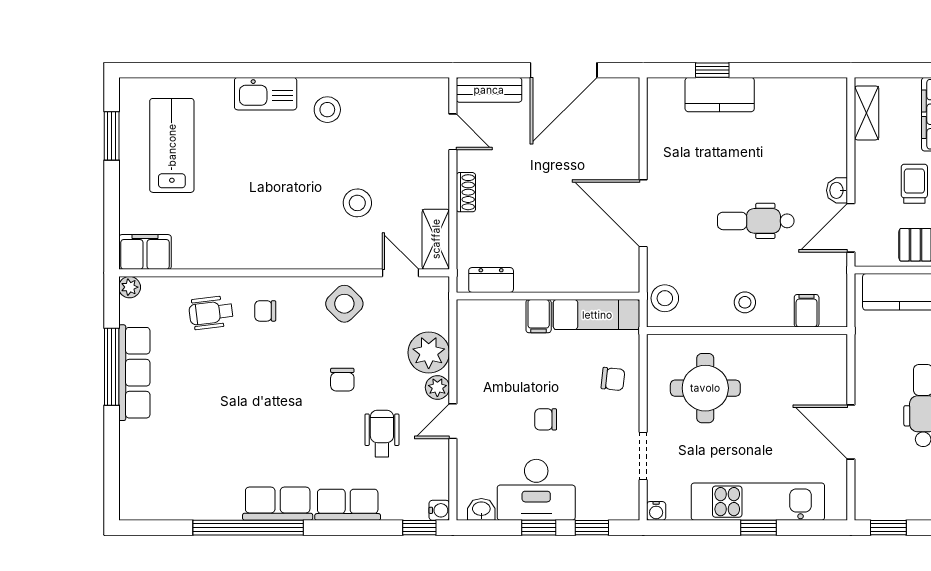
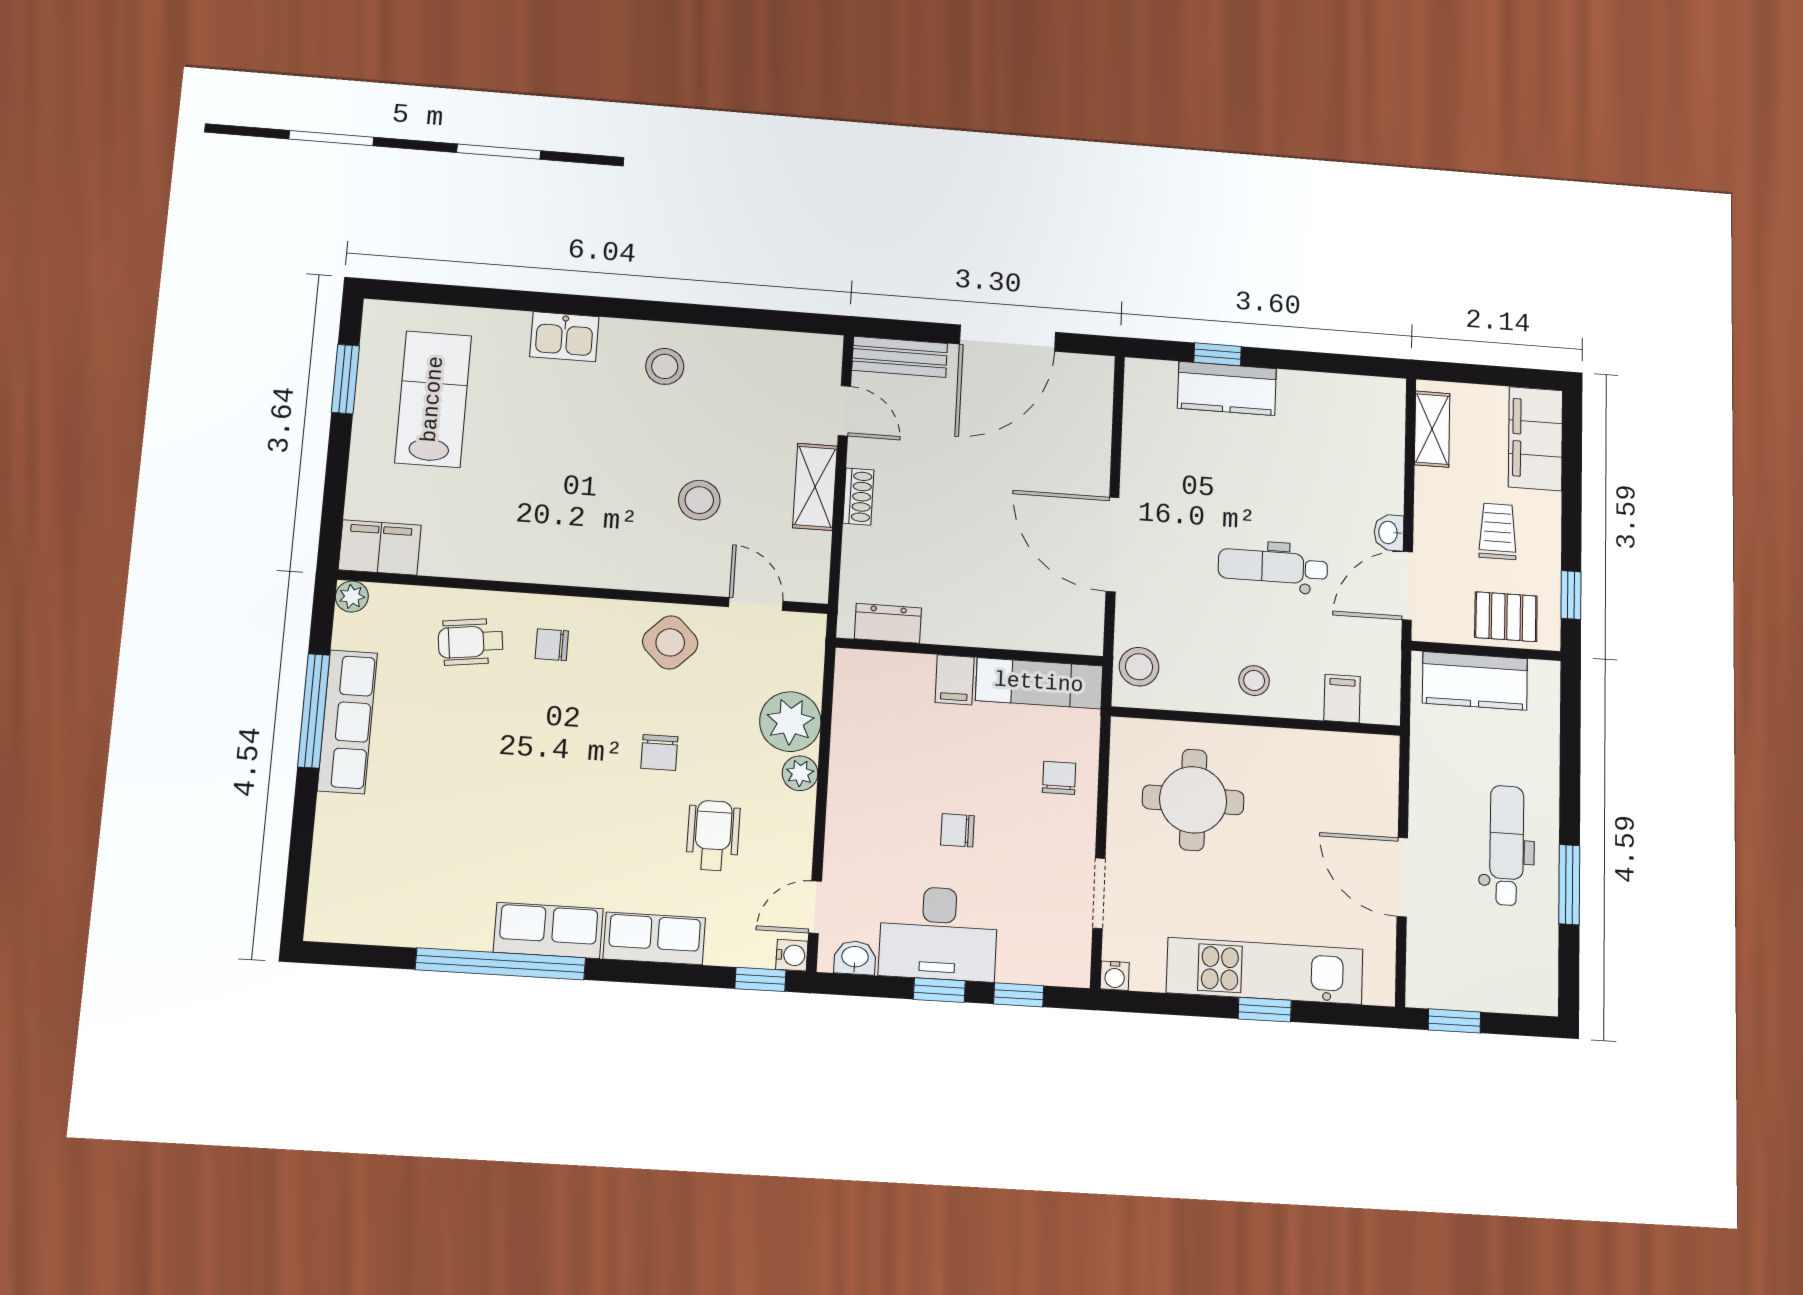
kitchen sink: (266, 94) -> (564, 337), width x0.73
shelving: (436, 239) -> (815, 487), moved
chair: (613, 379) -> (1059, 778), turned -96
door: (453, 421) -> (815, 907), moved

